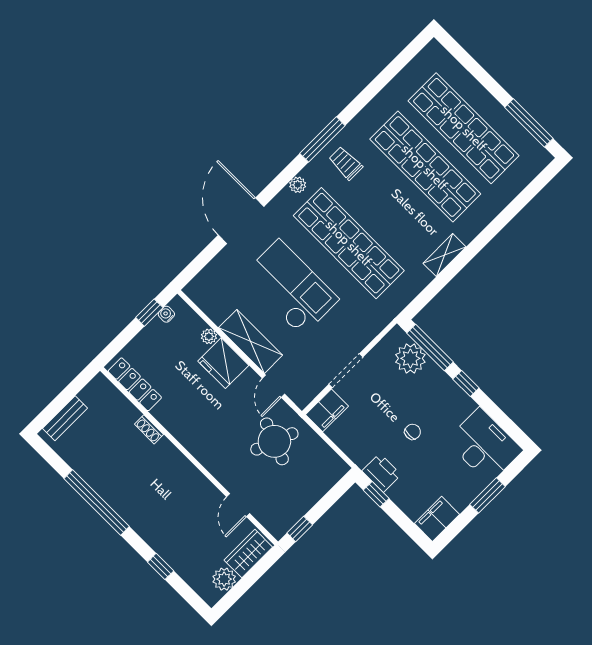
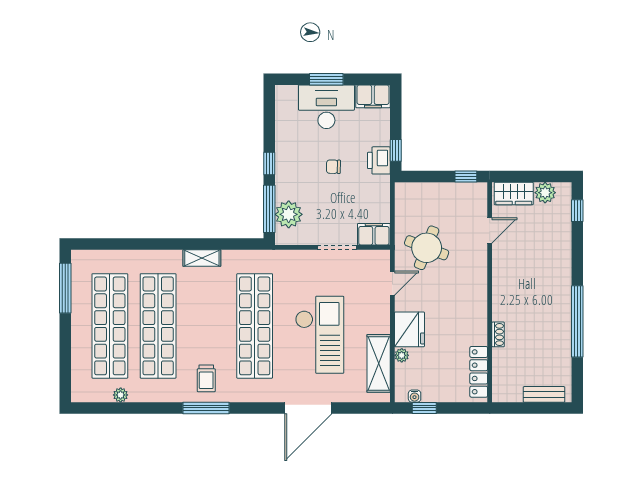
plant: (298, 185) -> (121, 395), moved
checkout: (290, 288) -> (320, 335), turned 180
shelving: (251, 341) -> (379, 363), moved
desk: (484, 446) -> (326, 107), moved, turned 90
window: (161, 566) -> (577, 211), moved

